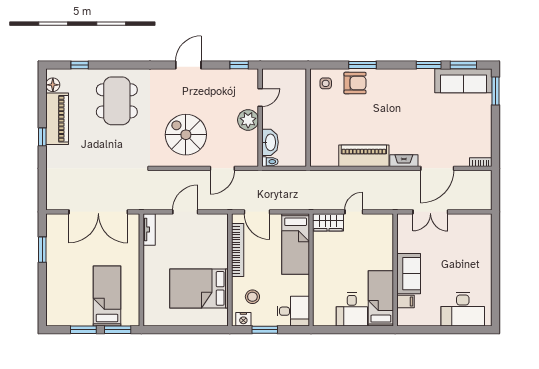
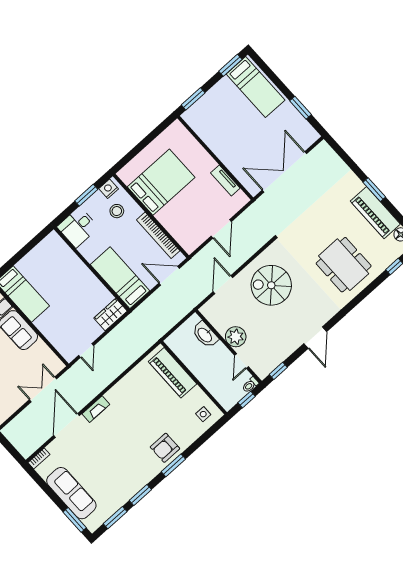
window: (283, 65) -> (246, 400), added
window: (363, 65) -> (173, 465), moved
sofa: (463, 81) -> (71, 493), moved, turned 90
armchair: (355, 83) -> (165, 448), moved
spiral stairs: (186, 135) -> (271, 285), turned 180
window: (42, 137) -> (374, 190), width x1.50
piano: (364, 156) -> (172, 373), moved, turned 90
toilet: (270, 162) -> (250, 385), moved
door: (354, 212) -> (86, 350), moved
tv unit: (149, 230) -> (225, 181), moved
bed: (107, 296) -> (256, 87), moved
desk: (352, 309) -> (36, 267), removed
window: (83, 330) -> (230, 65), moved

